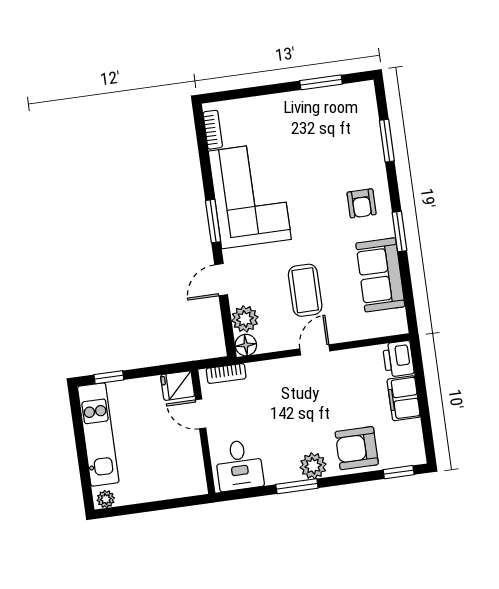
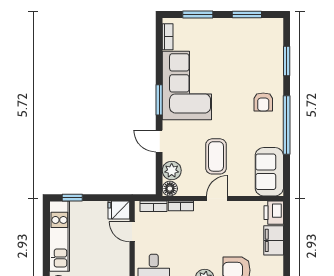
window: (251, 92) -> (198, 14), added
window: (399, 232) -> (287, 125), width x2.11
sofa: (380, 275) -> (269, 172), moved
door: (221, 280) -> (159, 141), hinge flipped
bookcase: (265, 368) -> (181, 206), added

